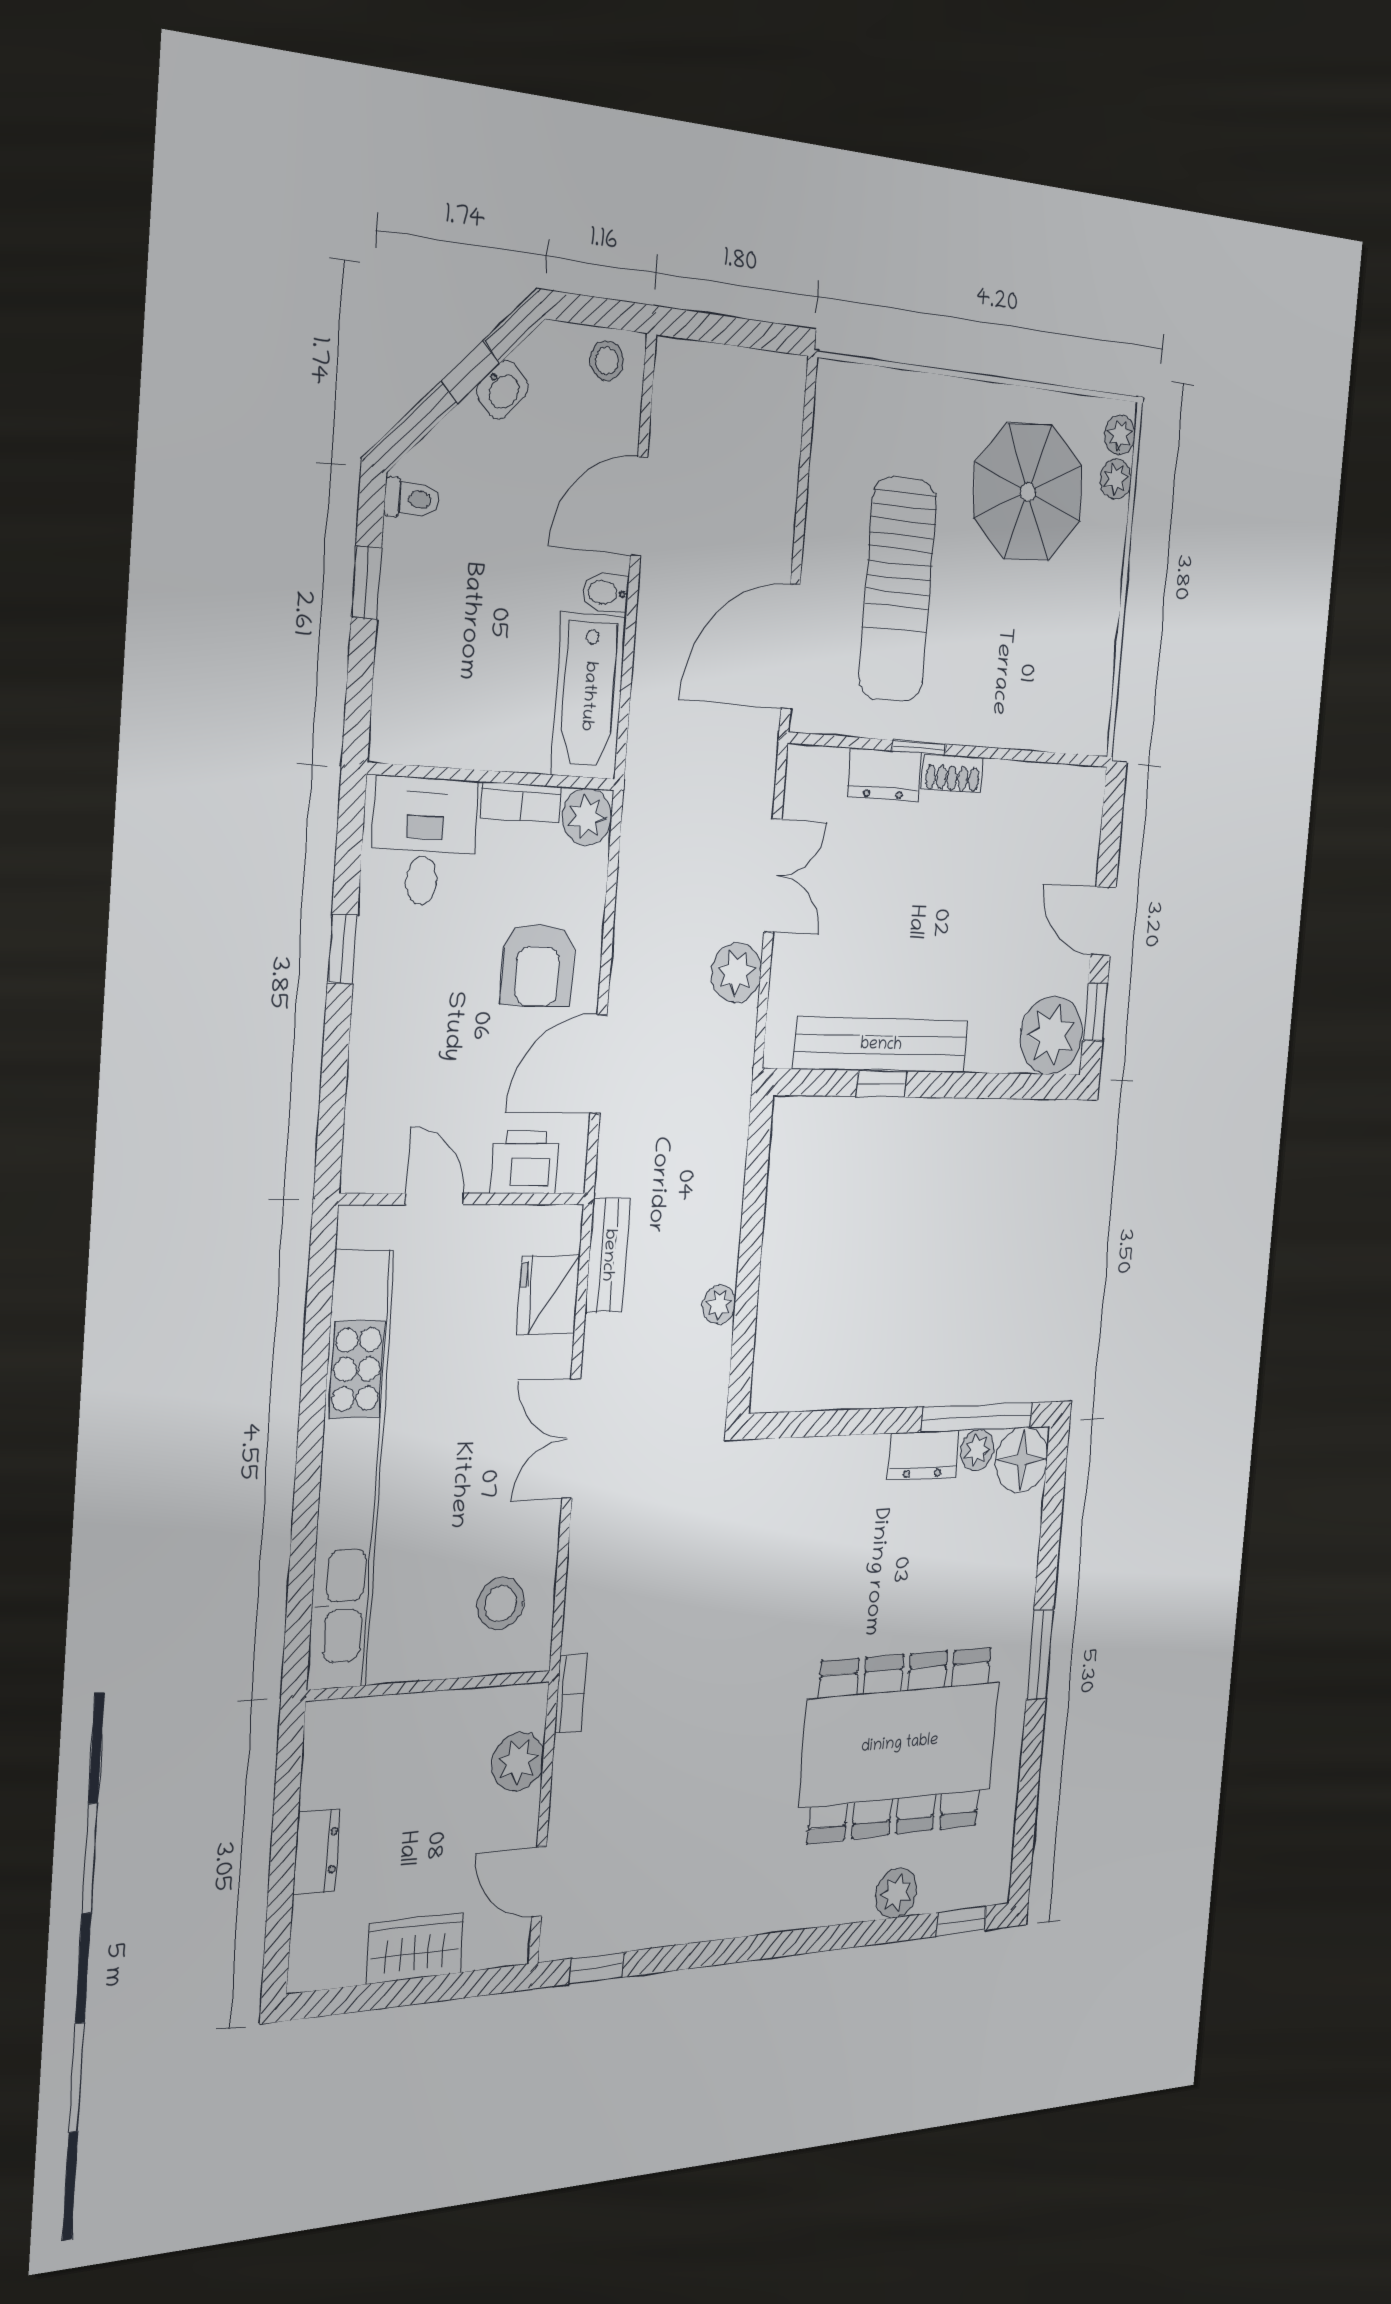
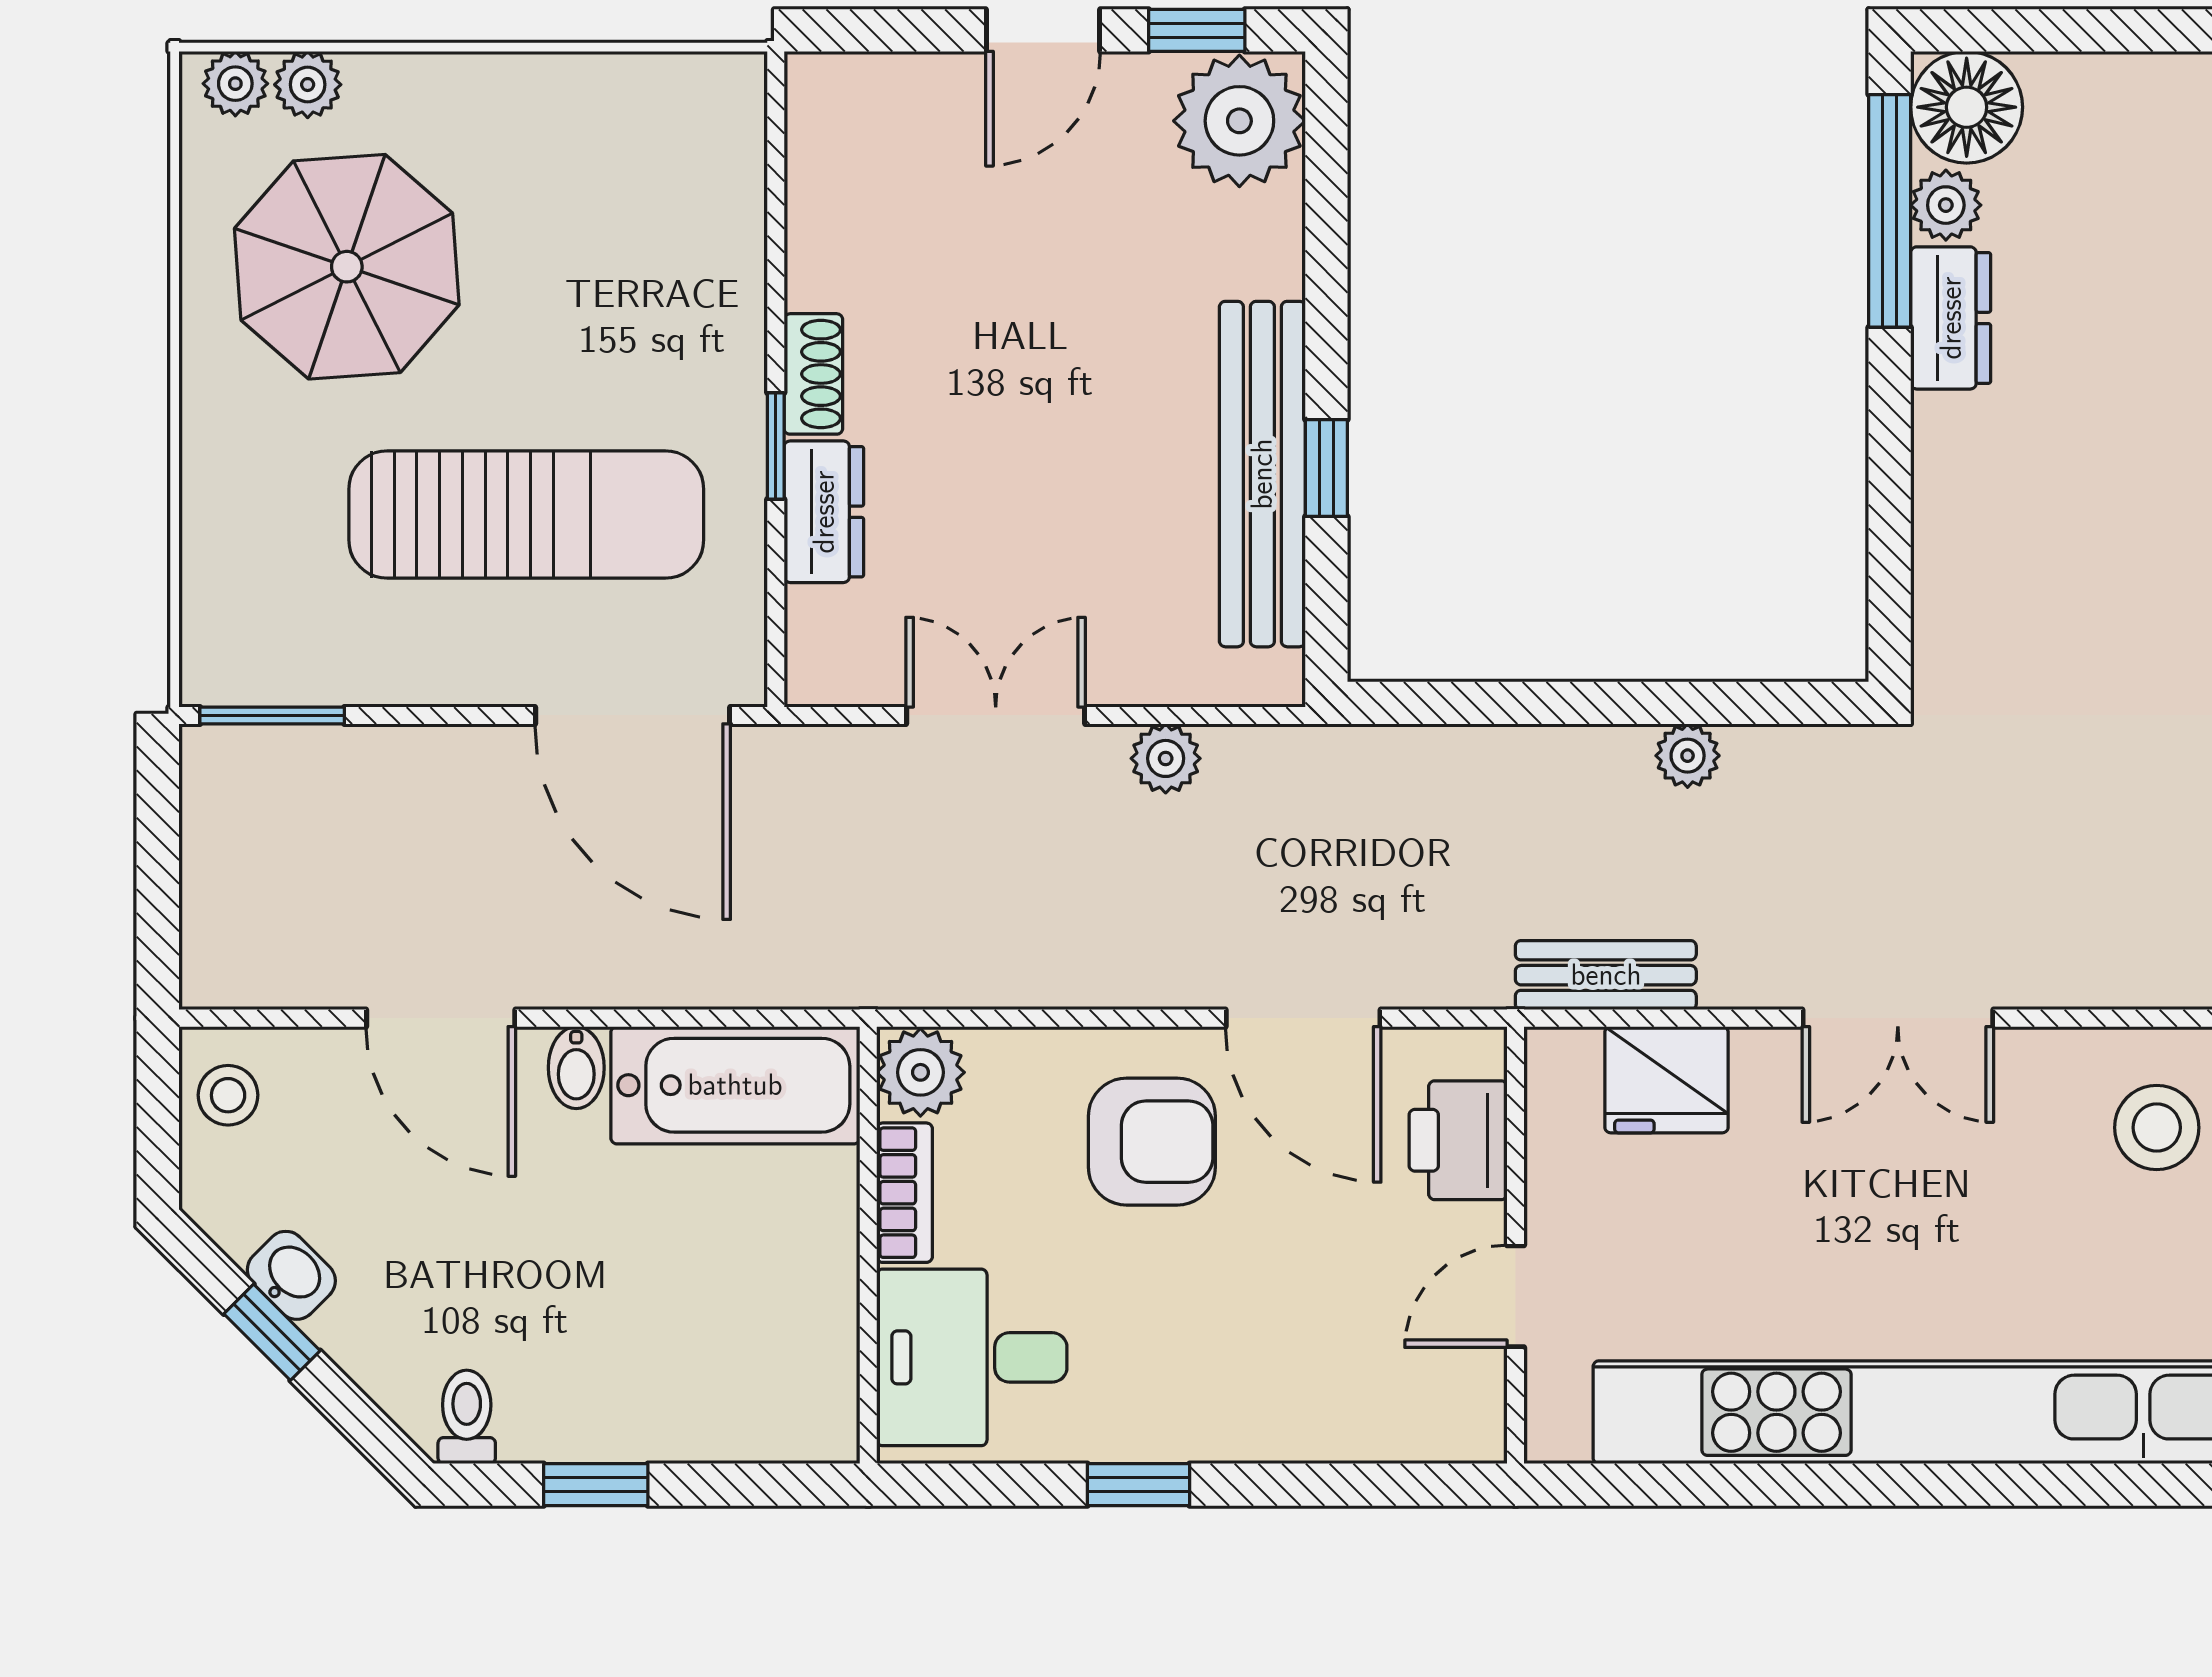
window: (808, 417) -> (272, 715), added
plant: (736, 973) -> (1166, 758), width x0.73, depth x0.73

